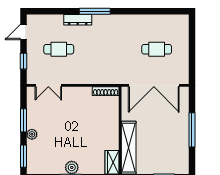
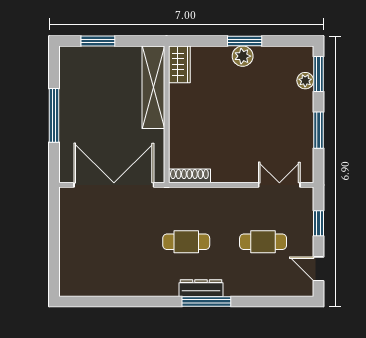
dresser: (78, 20) -> (201, 288), moved
door: (23, 32) -> (318, 269), swing flipped
cafe table: (157, 49) -> (186, 242), moved
plant: (32, 134) -> (305, 81), moved

